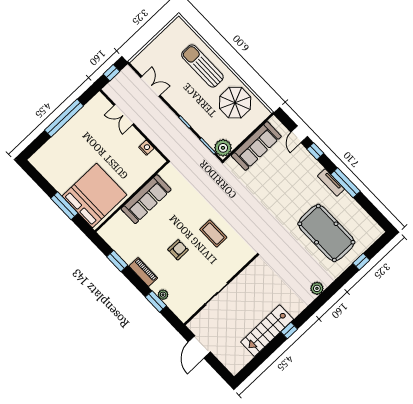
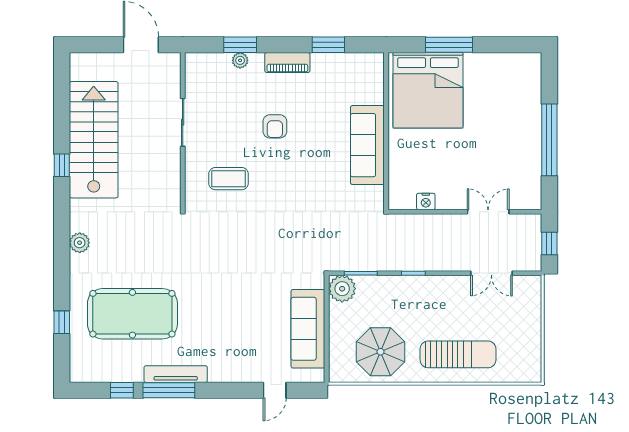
door: (299, 134) -> (275, 390), swing flipped
window: (315, 151) -> (122, 390), moved
tv unit: (331, 183) -> (176, 374), width x1.41
coffee table: (213, 234) -> (229, 179), moved
stairs: (267, 331) -> (94, 140), width x1.36, depth x1.51

